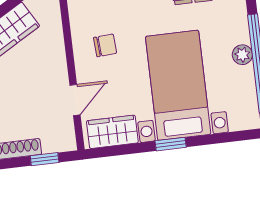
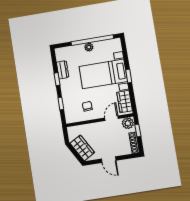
door: (75, 100) -> (112, 118), hinge flipped
plant: (62, 137) -> (128, 123), added

